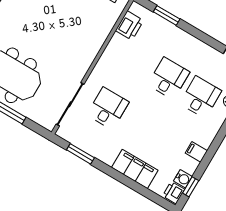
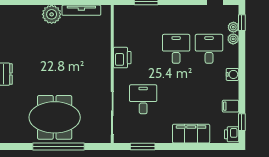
printer: (129, 25) -> (122, 58), moved
filing cabinet: (196, 152) -> (230, 106), moved
water cooler: (183, 179) -> (232, 74), moved

